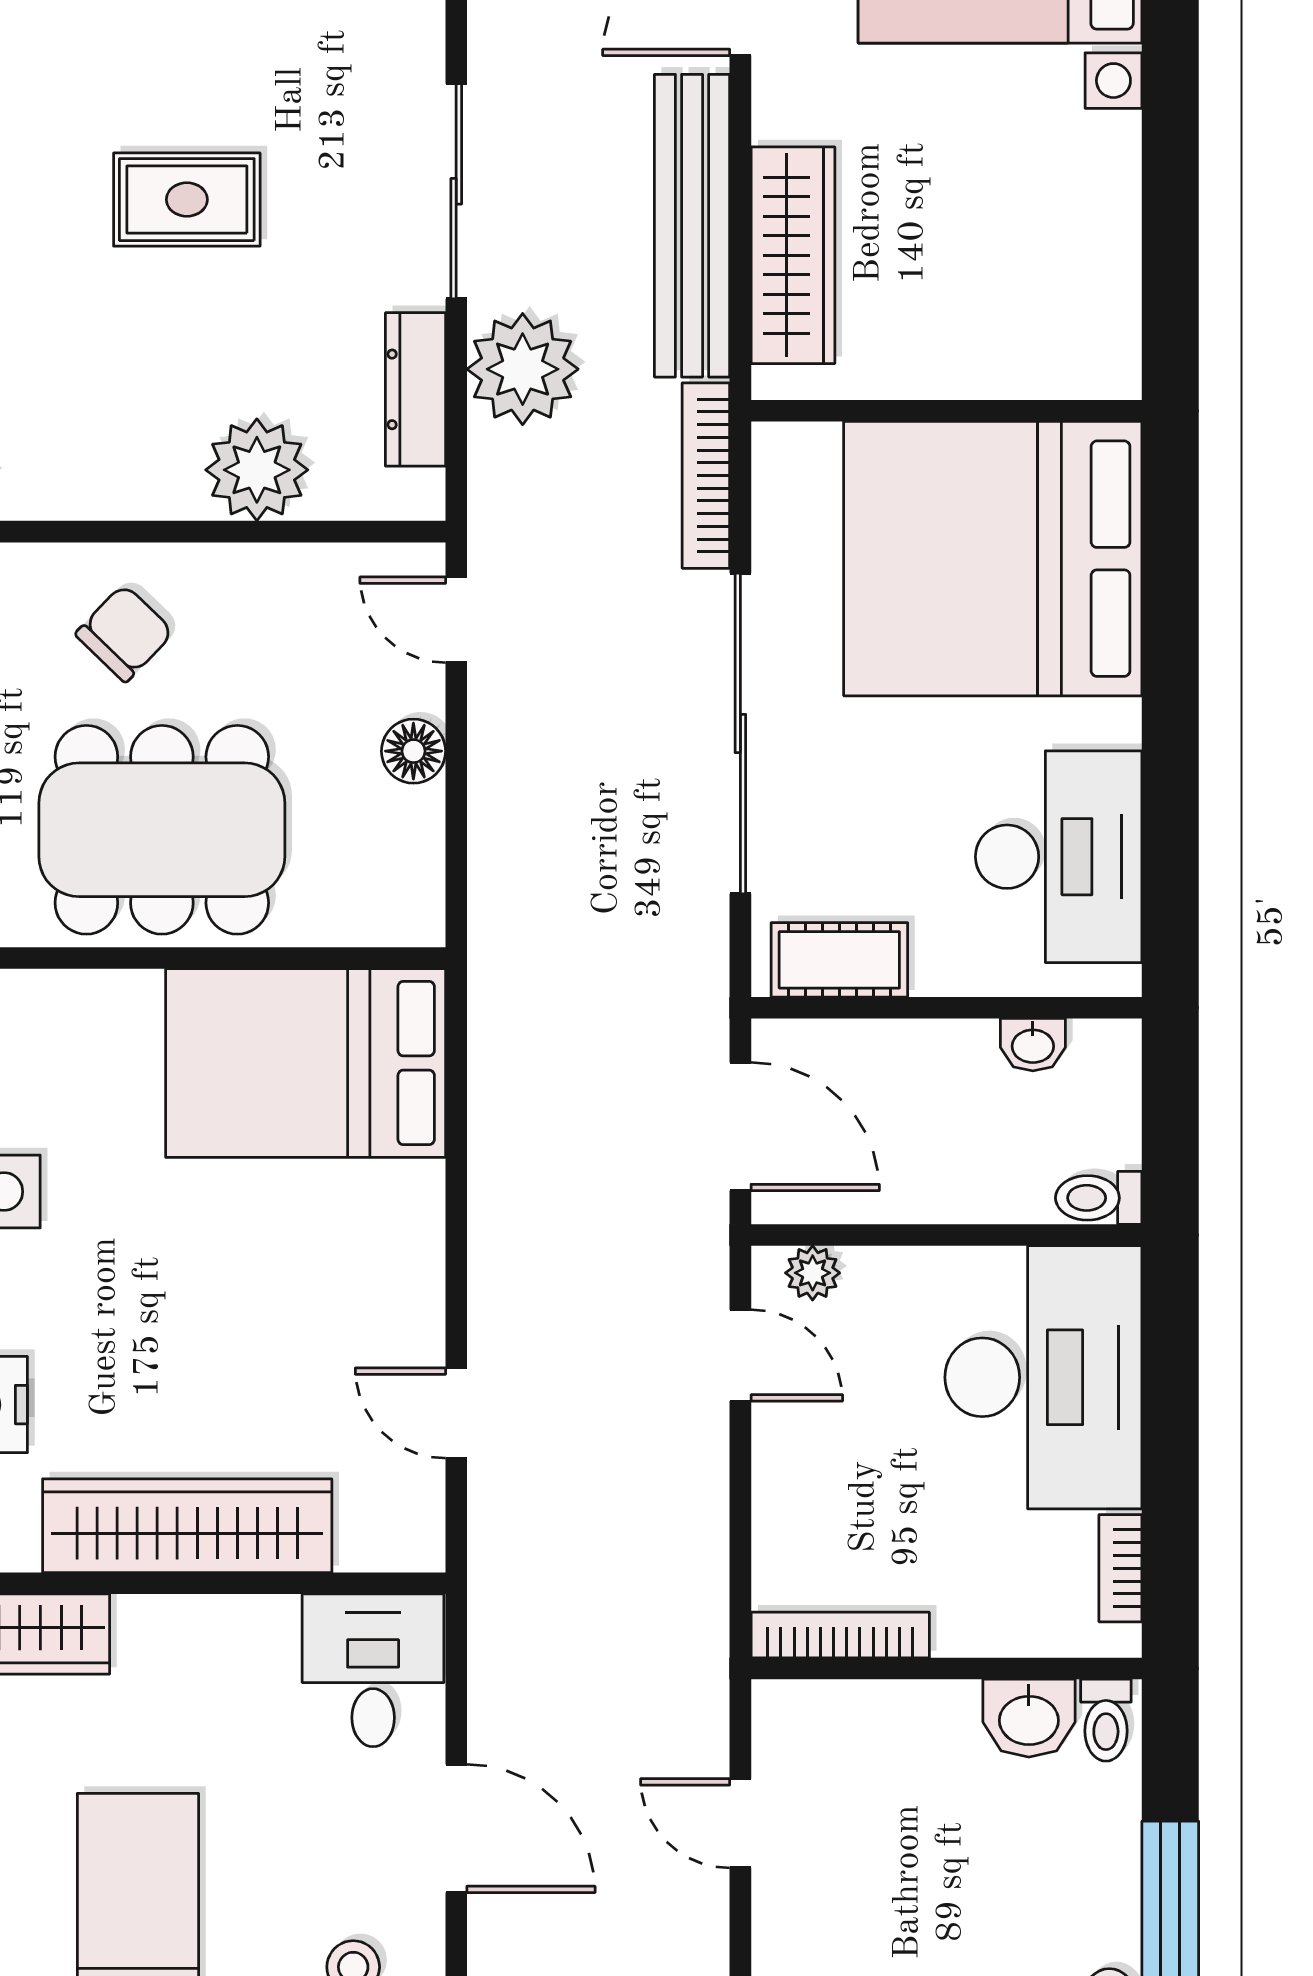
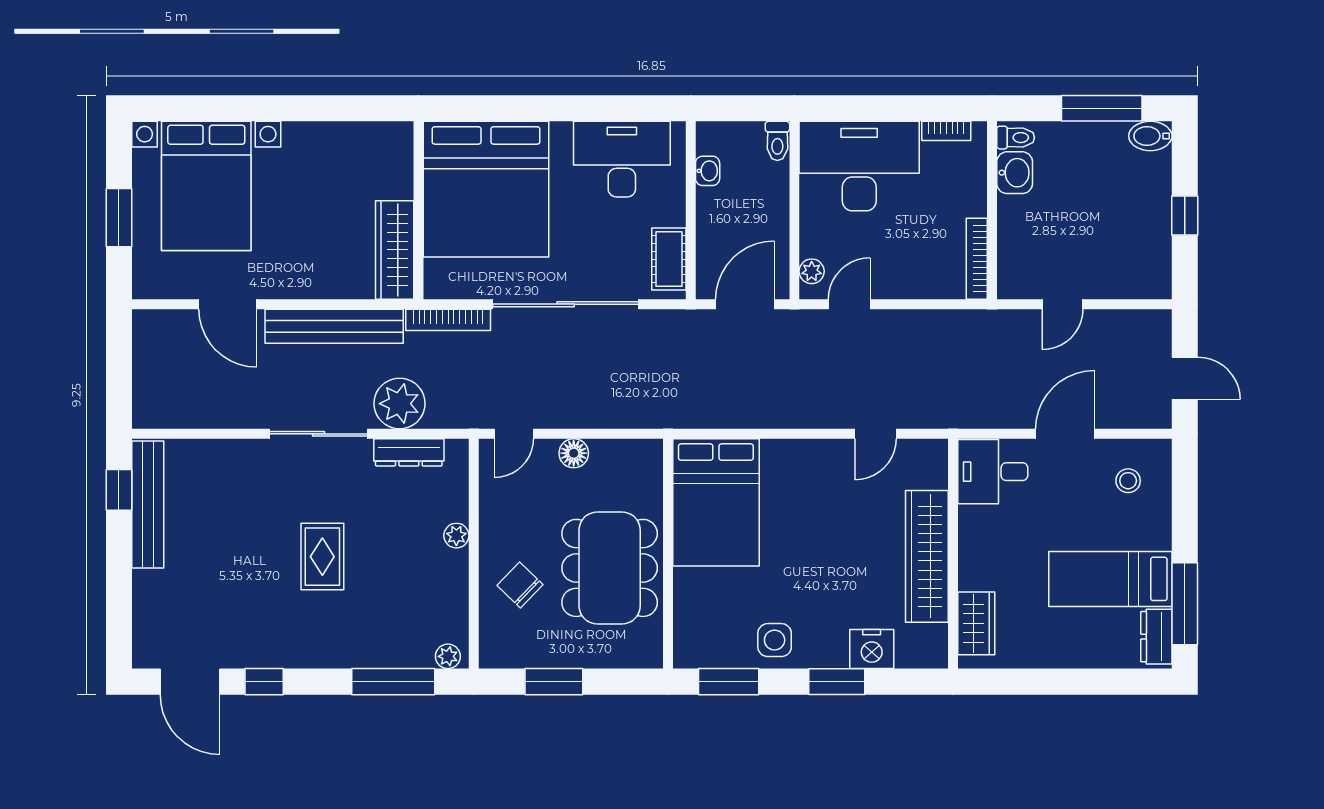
wardrobe: (793, 255) -> (395, 250), moved, turned -90
plant: (257, 470) -> (456, 536), width x0.53, depth x0.53

